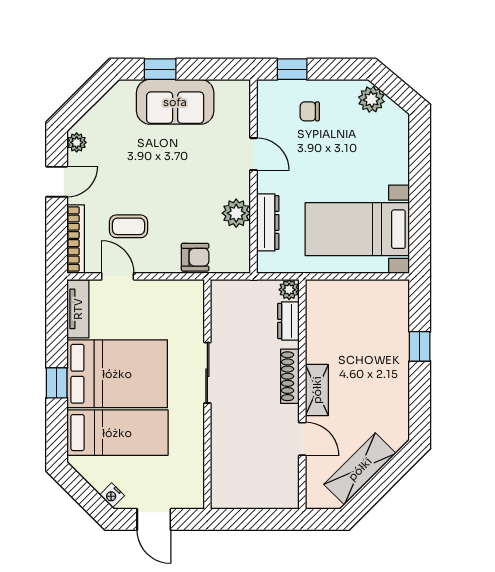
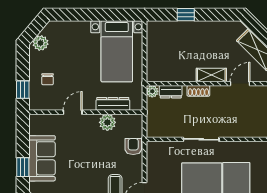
shoe rack: (290, 376) -> (198, 91), width x0.70

